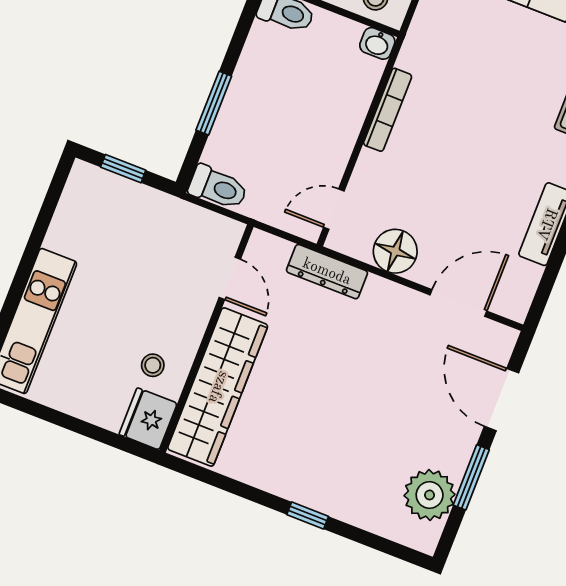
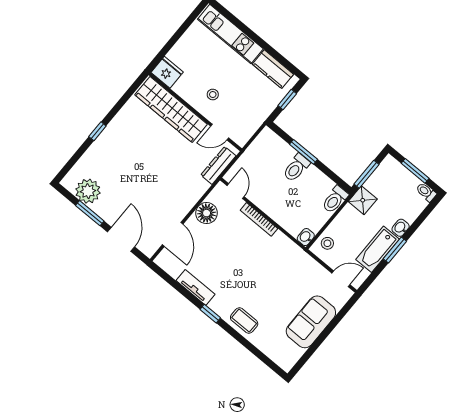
bookcase: (388, 110) -> (259, 219), moved
toilet: (218, 188) -> (296, 168), moved
kitchen counter: (74, 216) -> (273, 69), added
dresser: (327, 272) -> (218, 165), moved
stool: (153, 365) -> (213, 94), moved
door: (502, 400) -> (121, 239), hinge flipped

